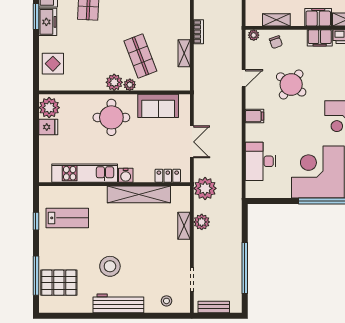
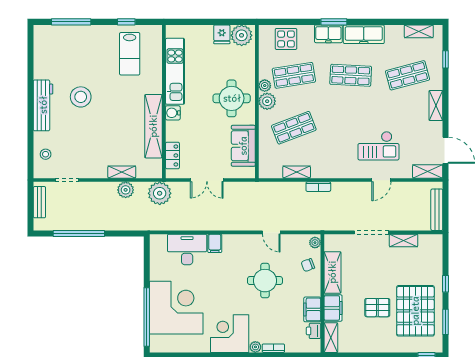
shelving: (276, 20) -> (332, 272), width x1.50, depth x1.33
shop shelf: (89, 56) -> (294, 75), added
round table: (291, 84) -> (265, 281), turned -36
plant: (130, 85) -> (265, 86), moved
filing cabinet: (254, 116) -> (215, 243), moved
pallet: (59, 283) -> (64, 45), removed

